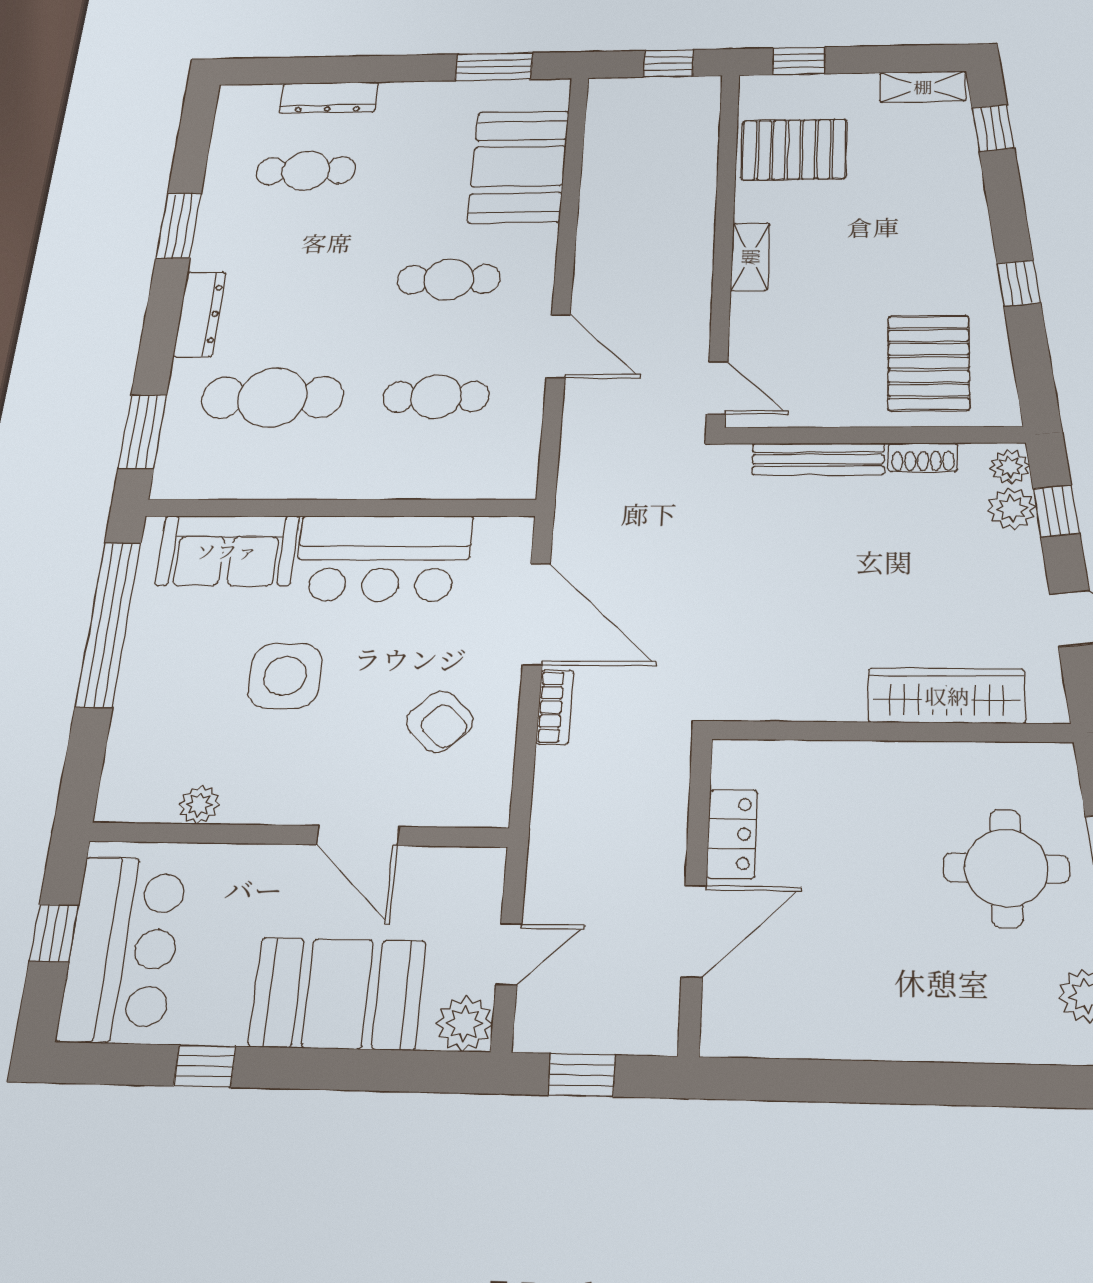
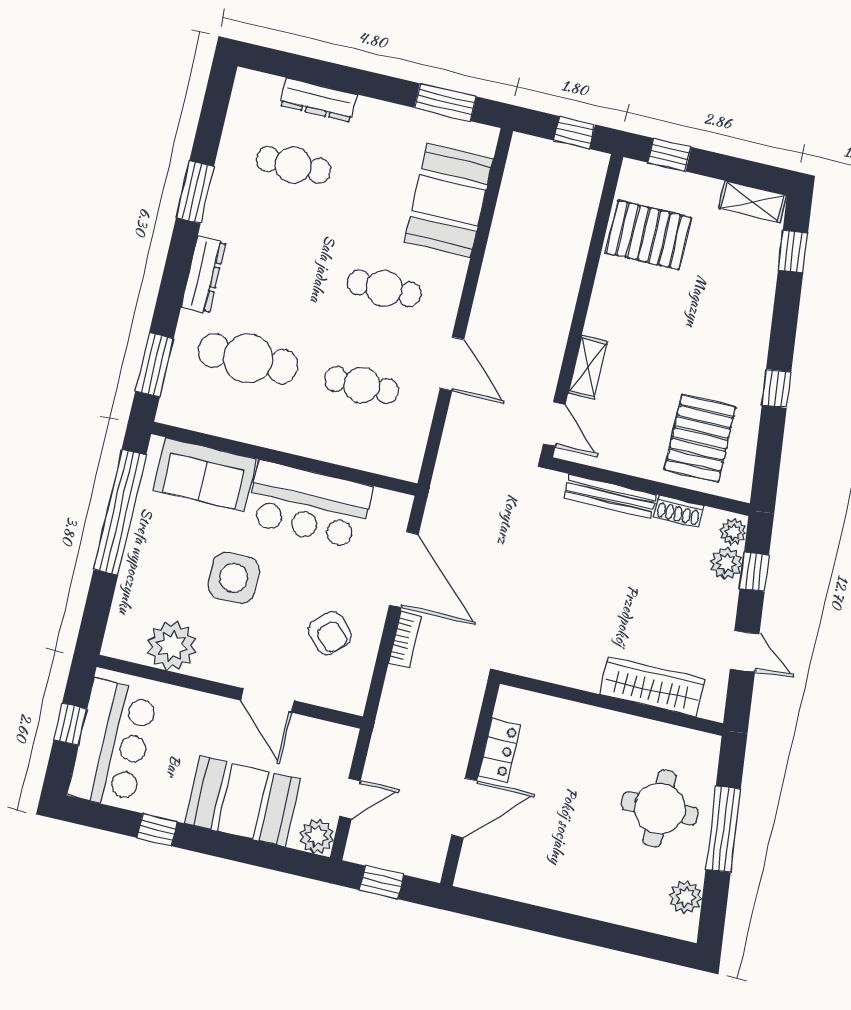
shelving: (750, 257) -> (588, 367), moved
plant: (199, 805) -> (172, 646), width x1.88, depth x1.88

